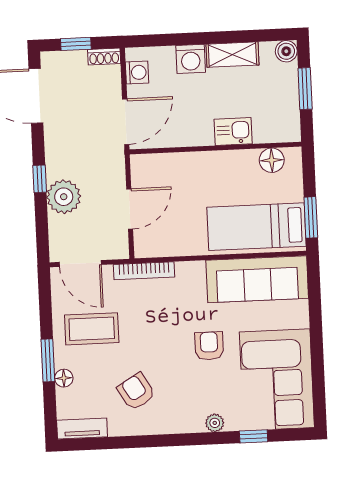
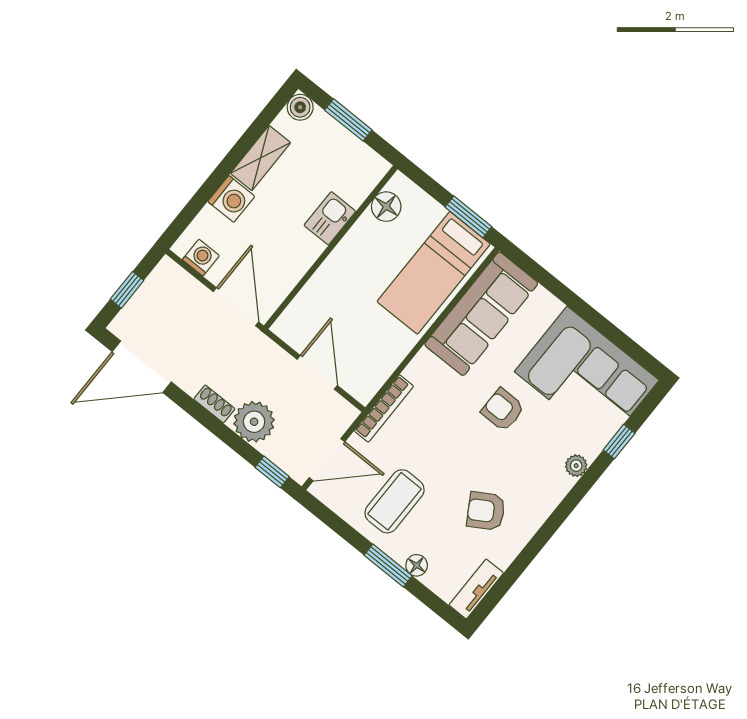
shoe rack: (104, 57) -> (214, 404), moved, turned -90
window: (40, 179) -> (272, 472), moved

